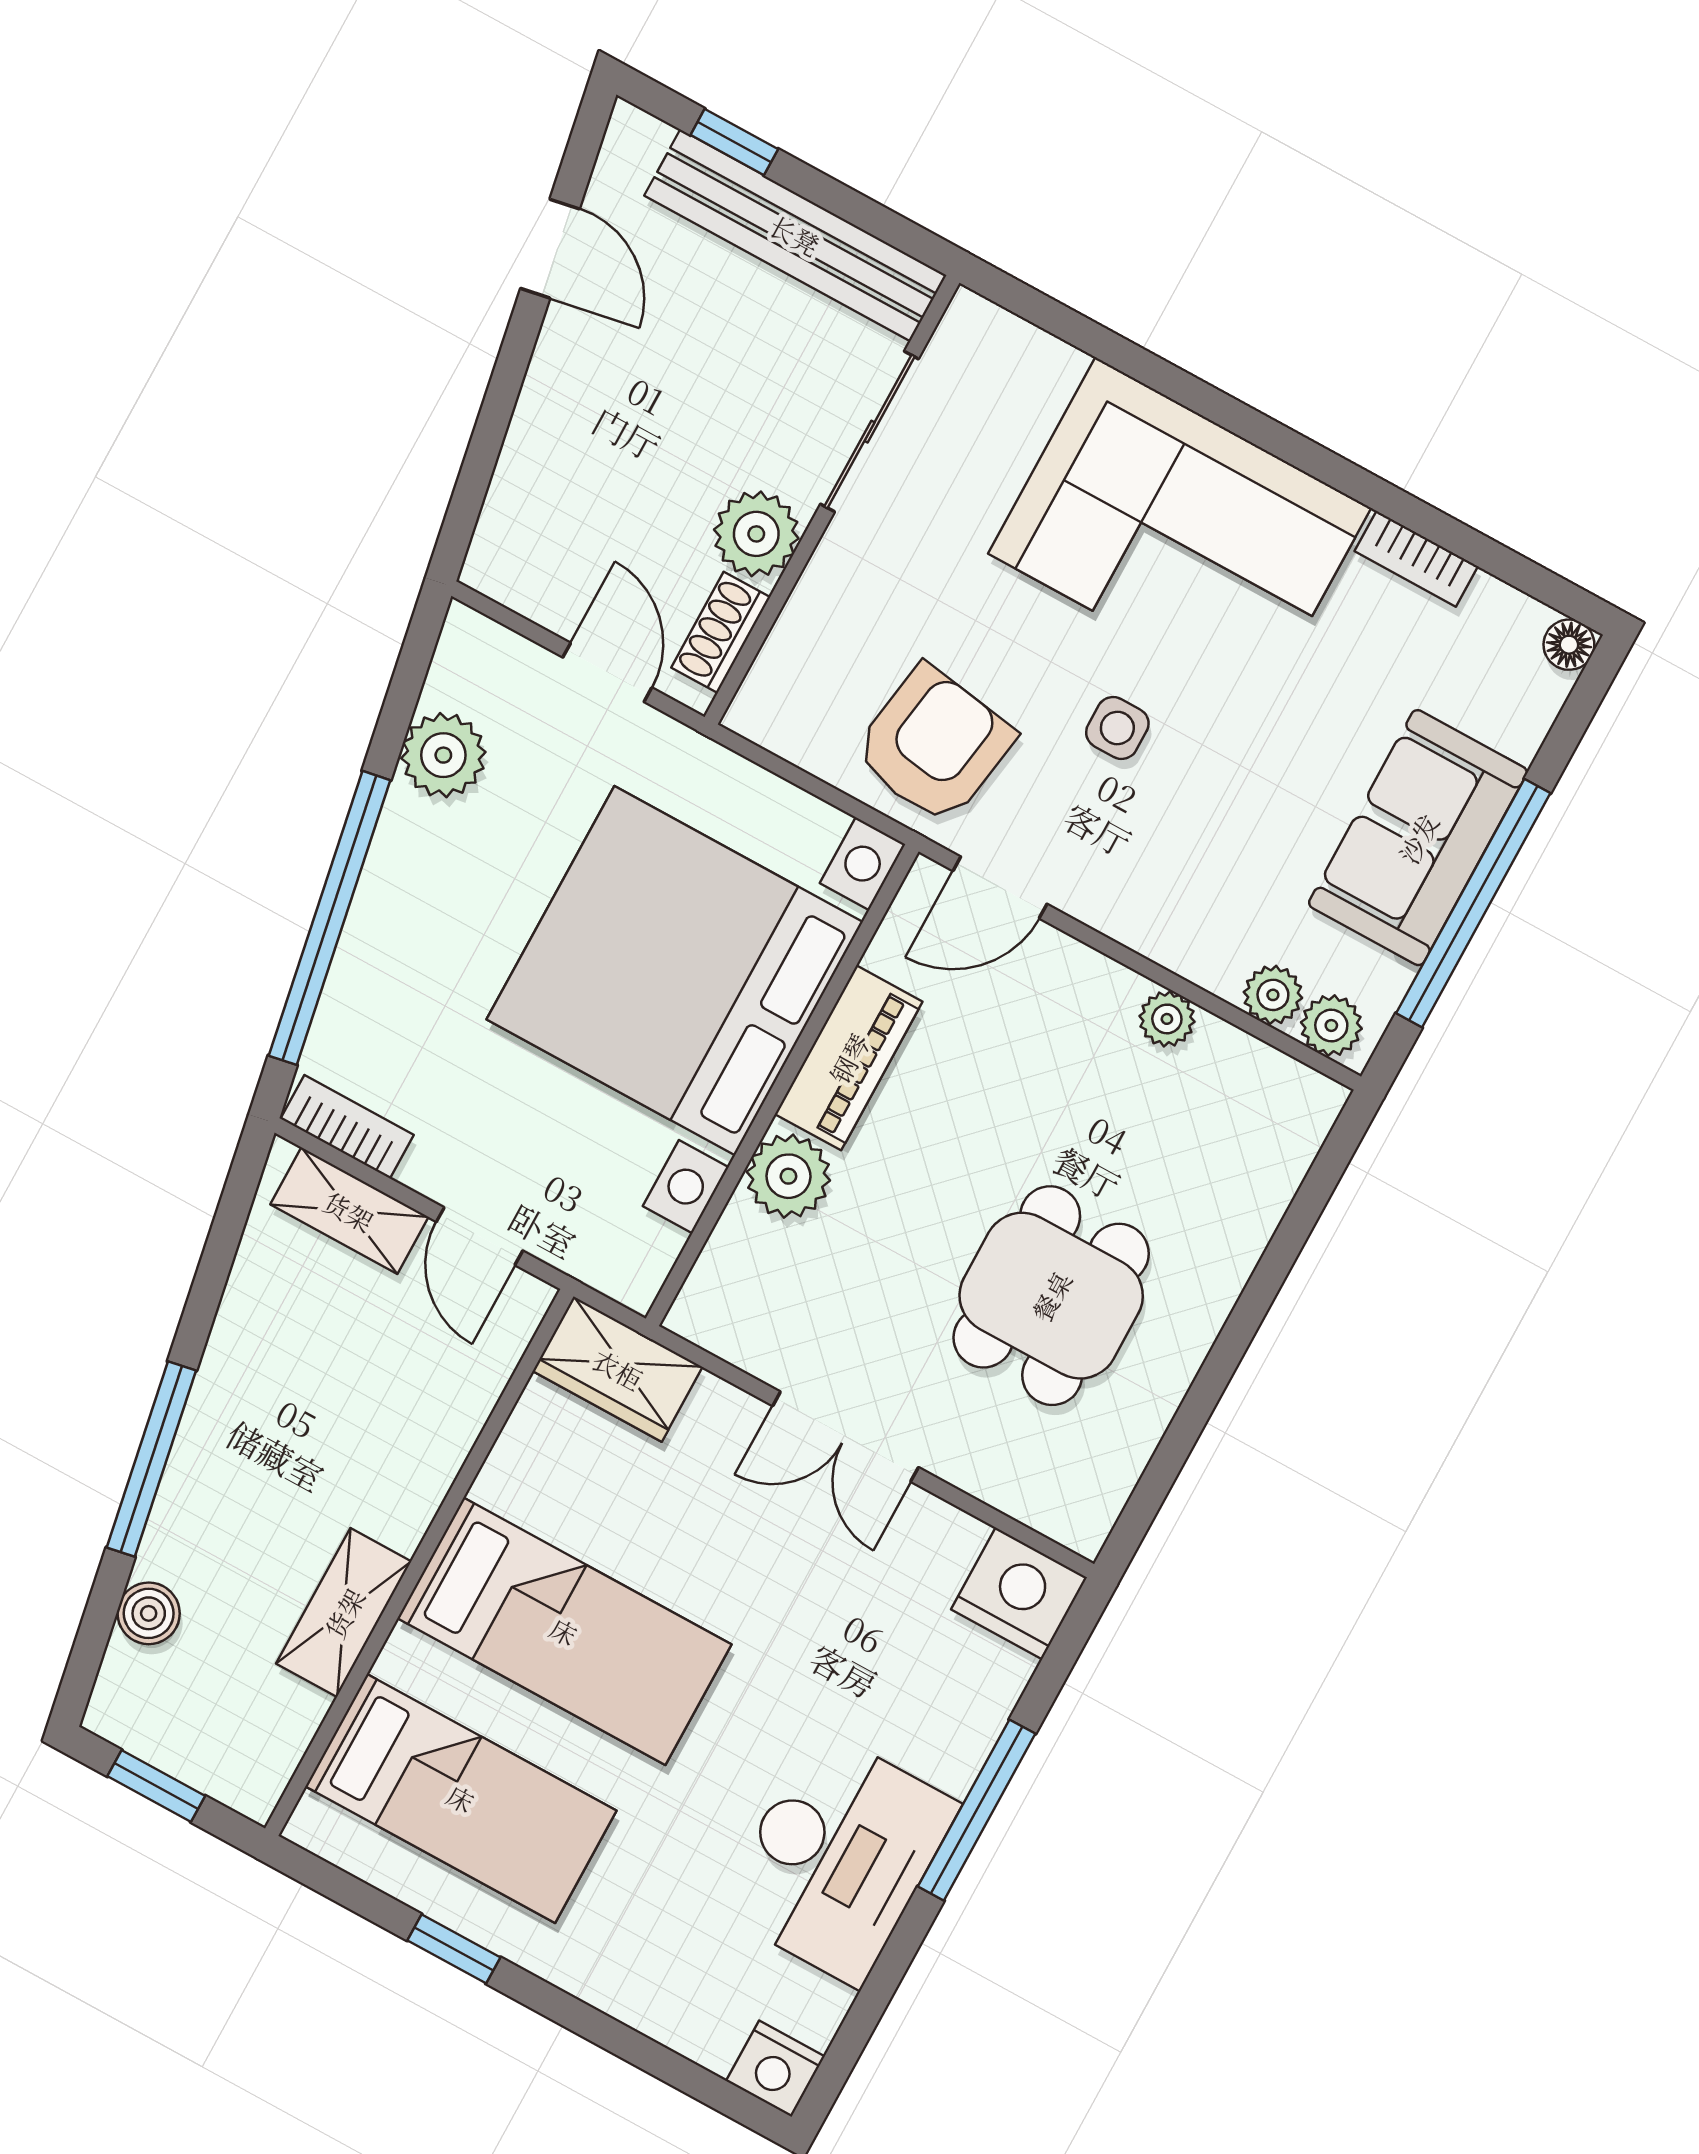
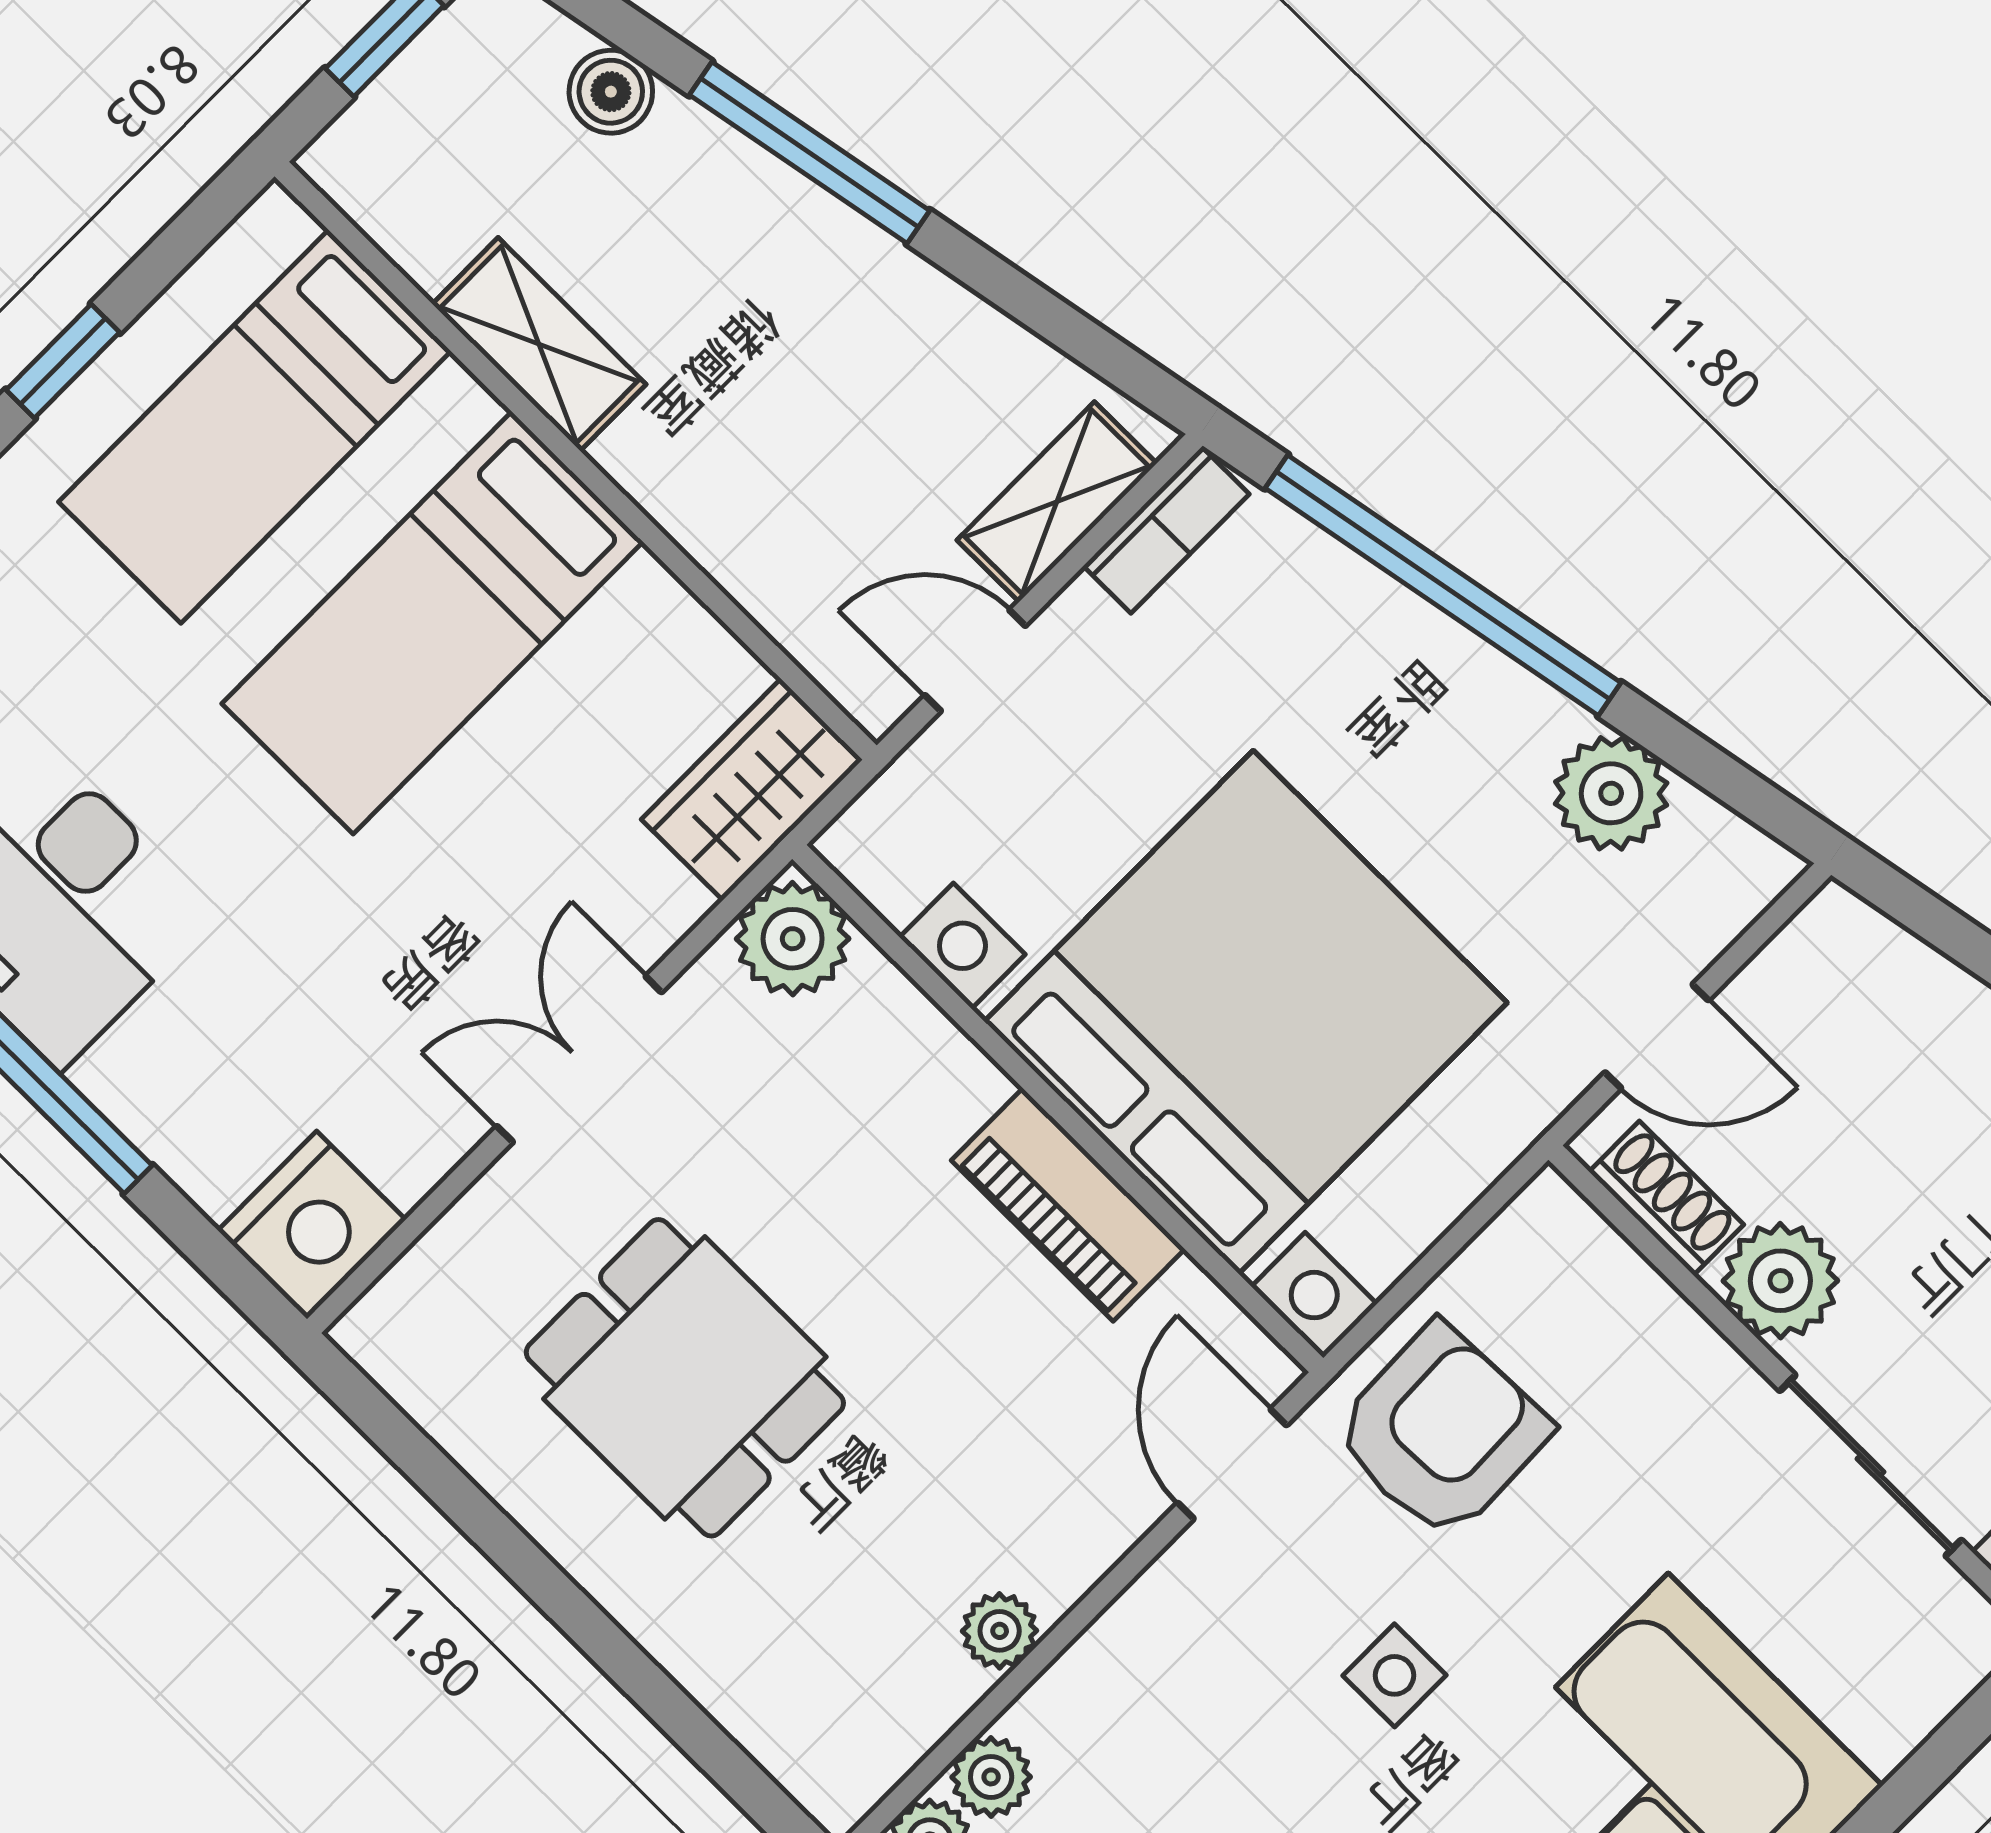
armchair: (934, 745) -> (1441, 1432), turned -101
plant: (788, 1176) -> (793, 939), moved

